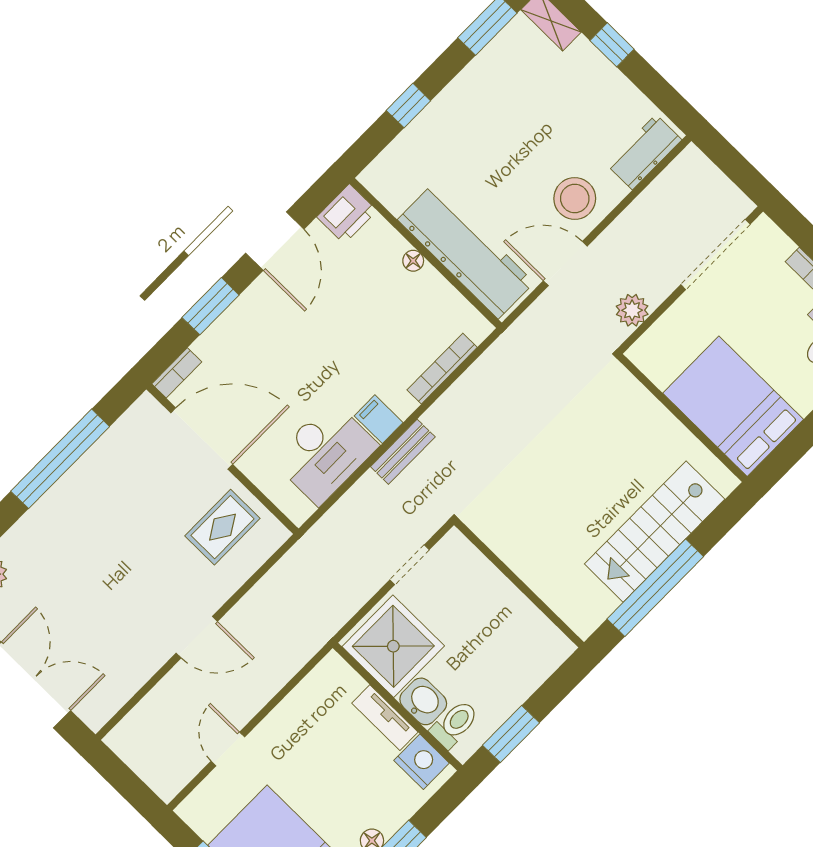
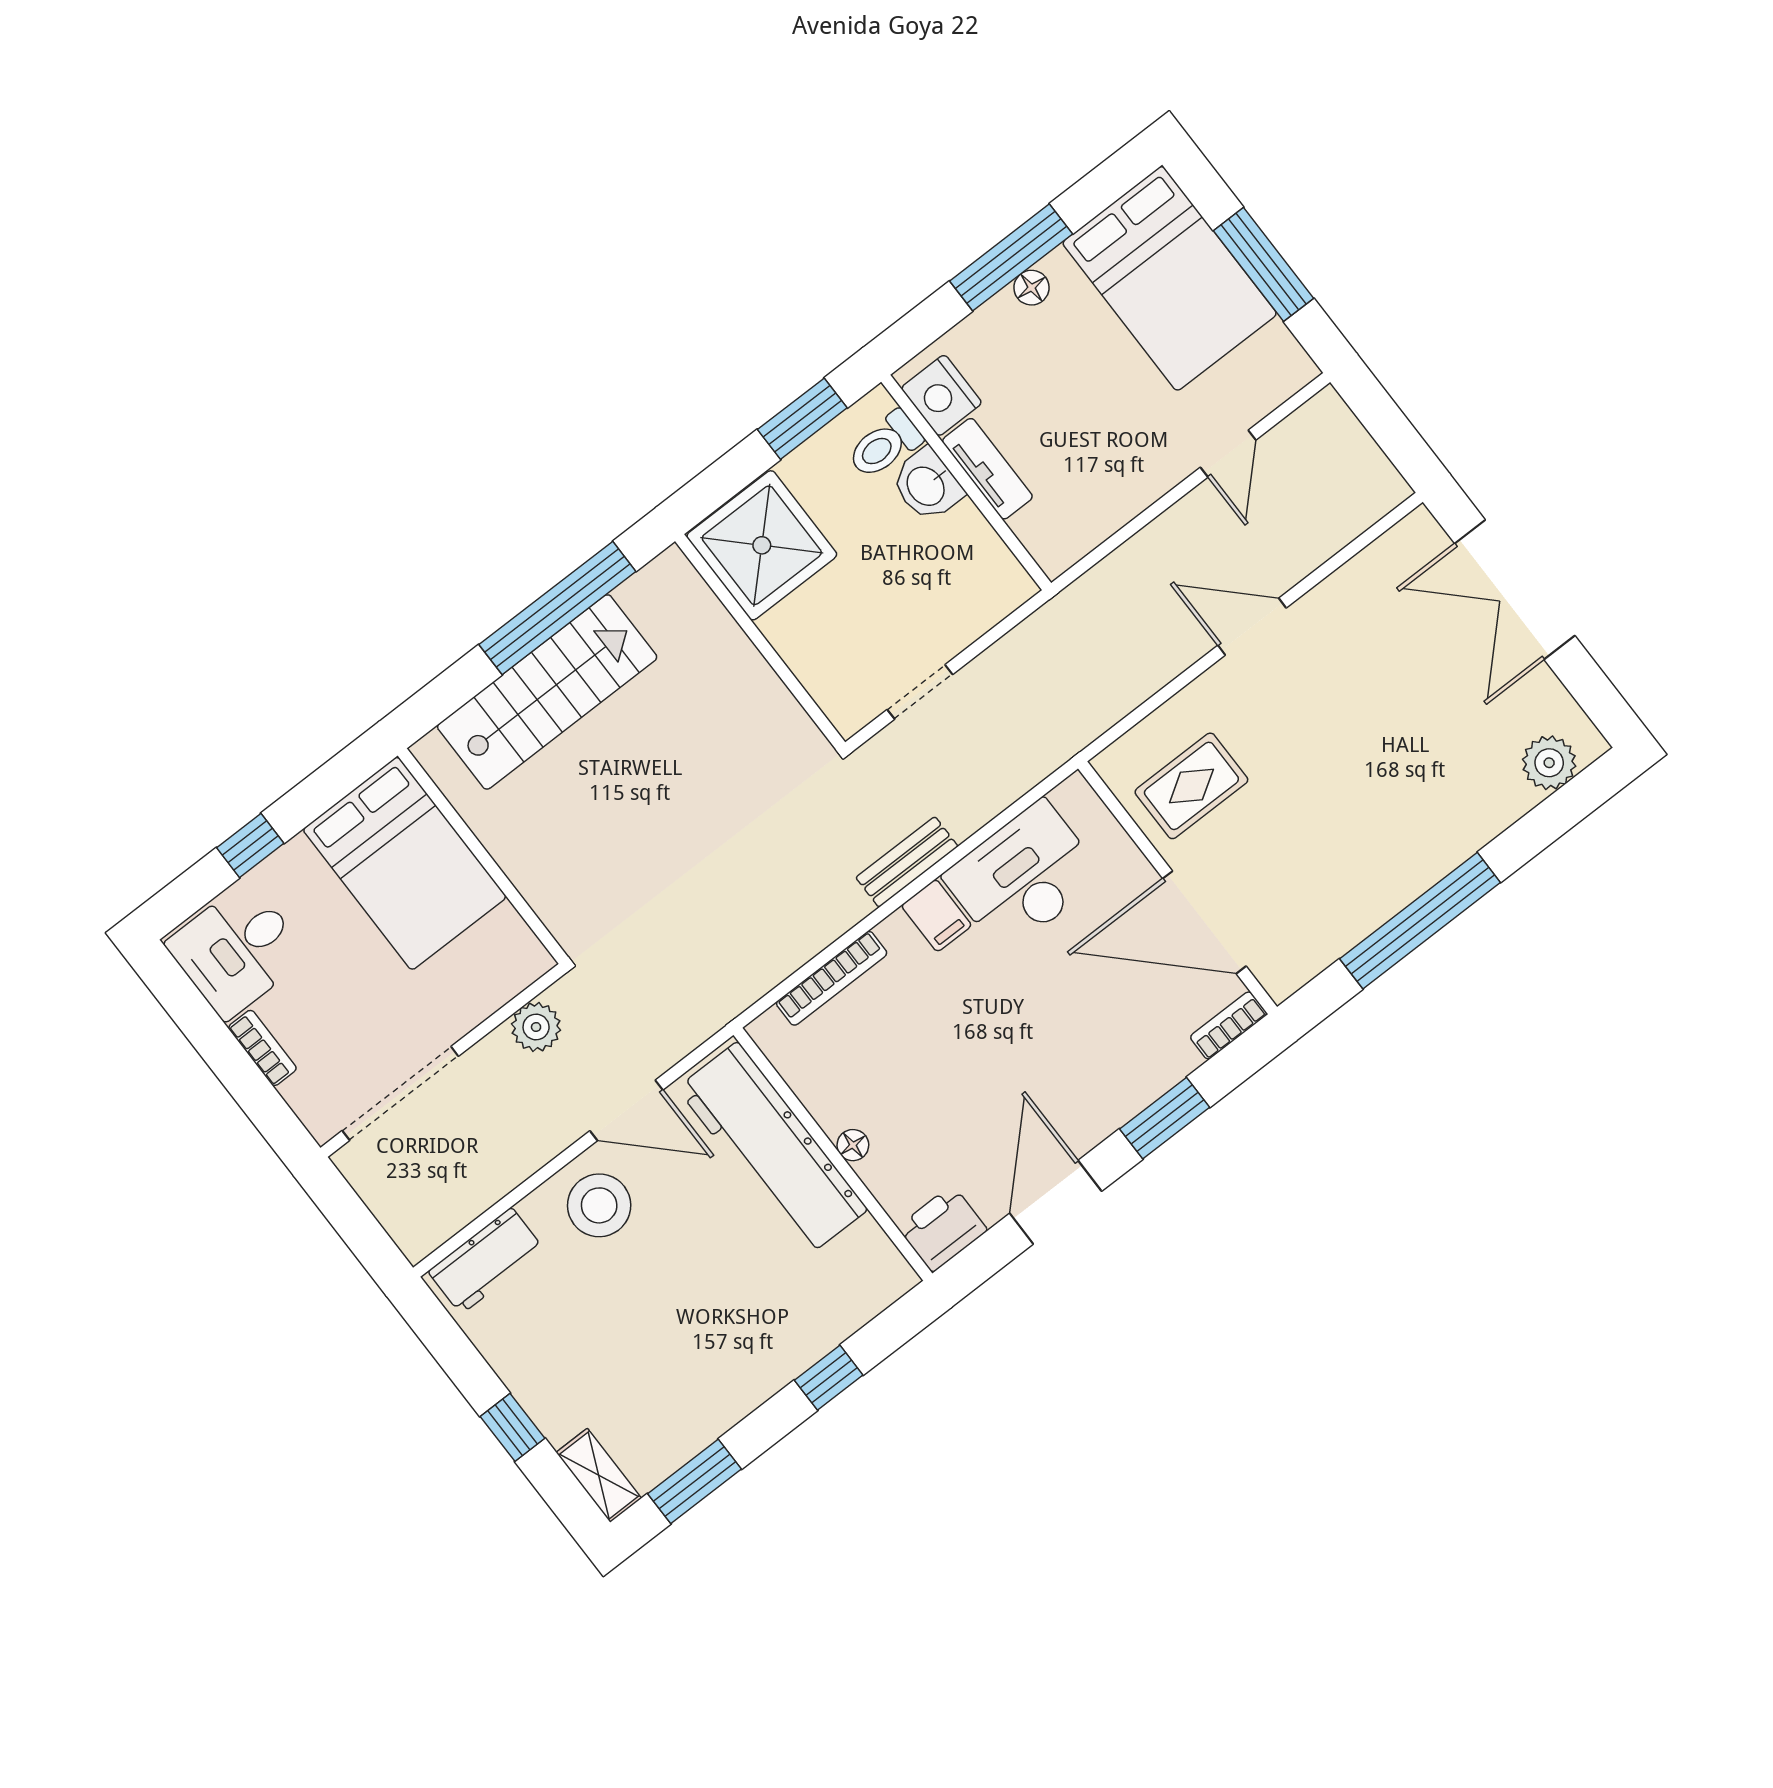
shower: (393, 646) -> (762, 545), moved

